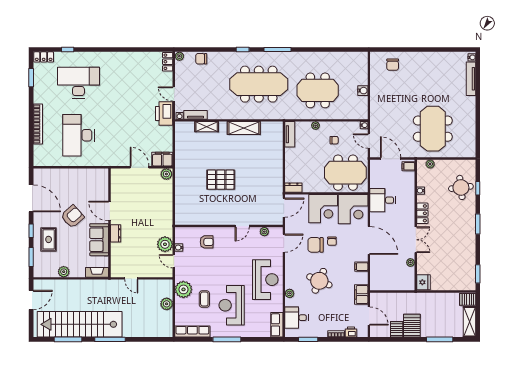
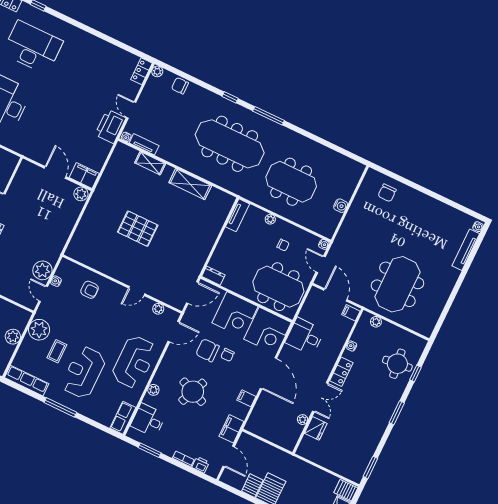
fridge: (423, 282) -> (316, 428), moved

